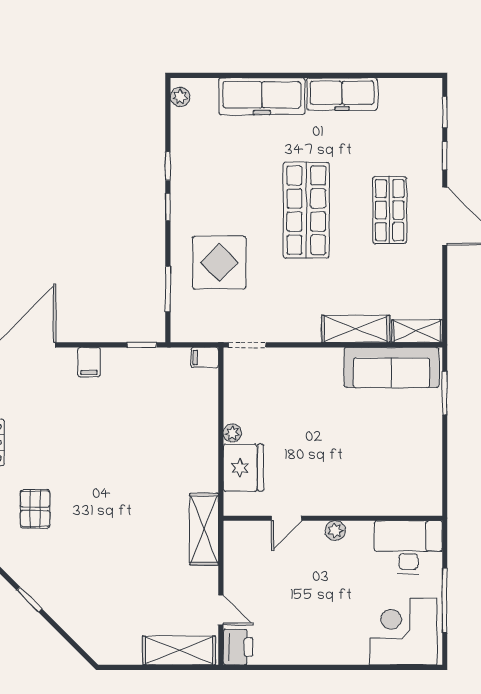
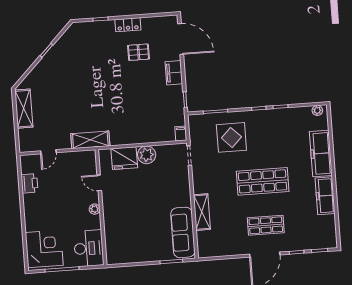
shelving: (417, 331) -> (203, 244), removed
filing cabinet: (89, 362) -> (174, 73), width x2.00
plant: (232, 433) -> (147, 155), width x1.87, depth x1.87
pallet: (35, 509) -> (138, 52), moved
printer: (238, 647) -> (29, 183), moved, turned -90
shelving: (179, 650) -> (24, 109), moved

